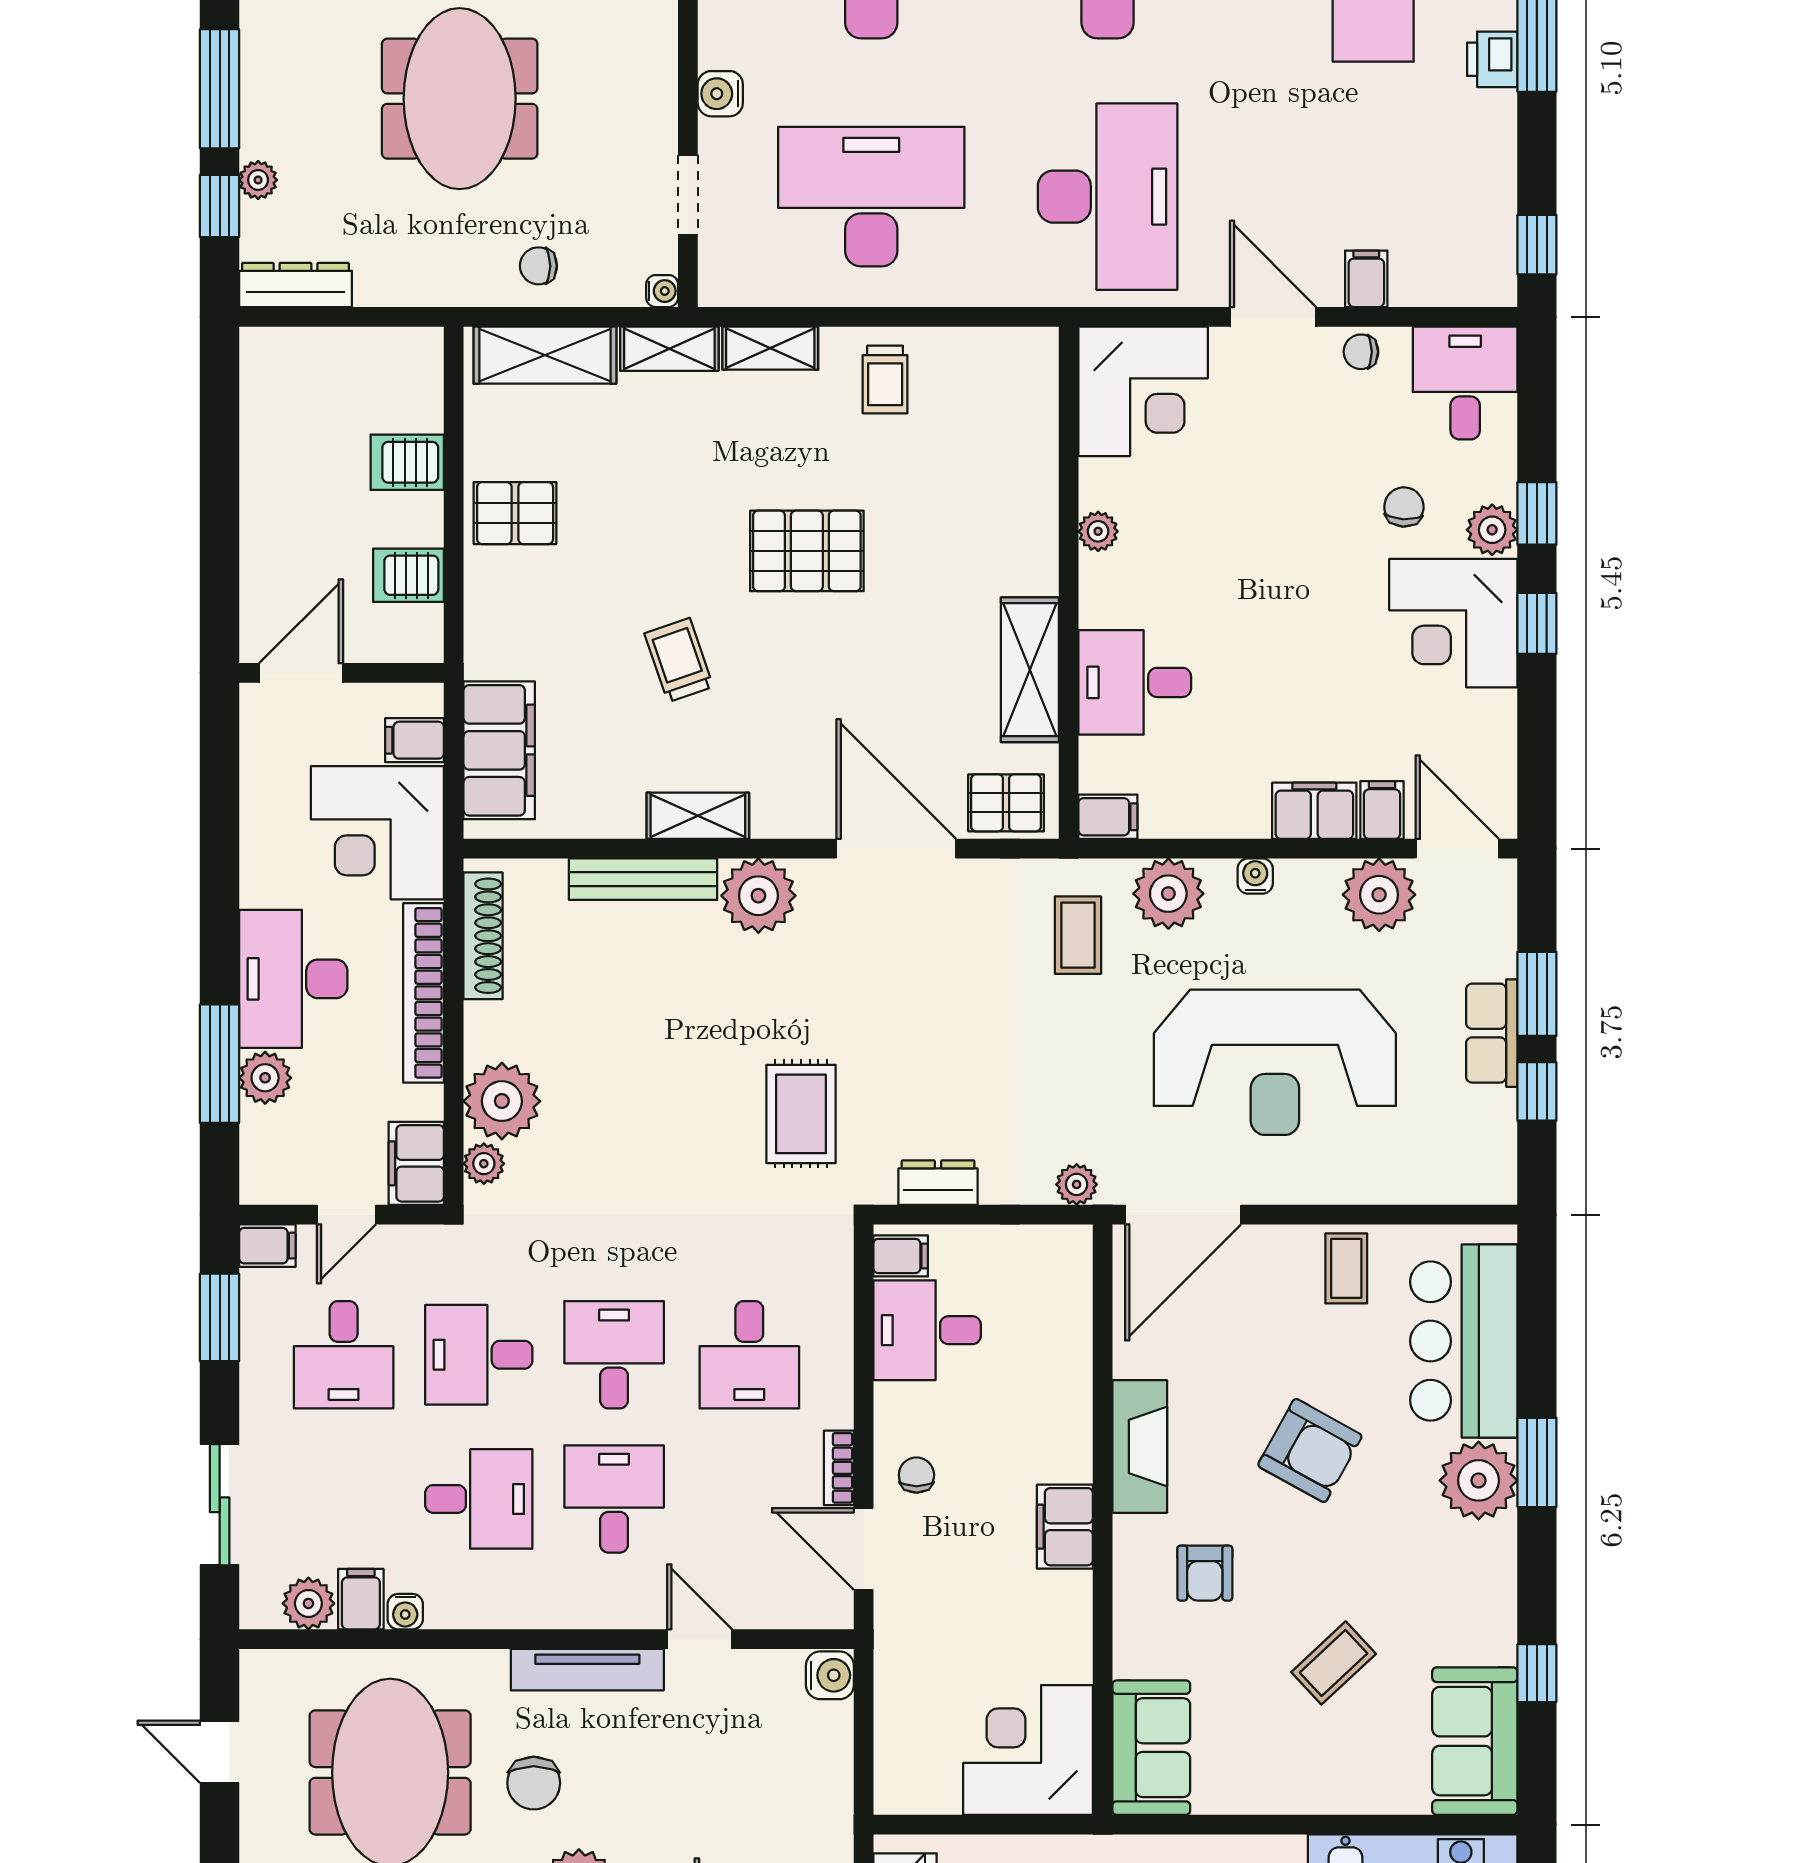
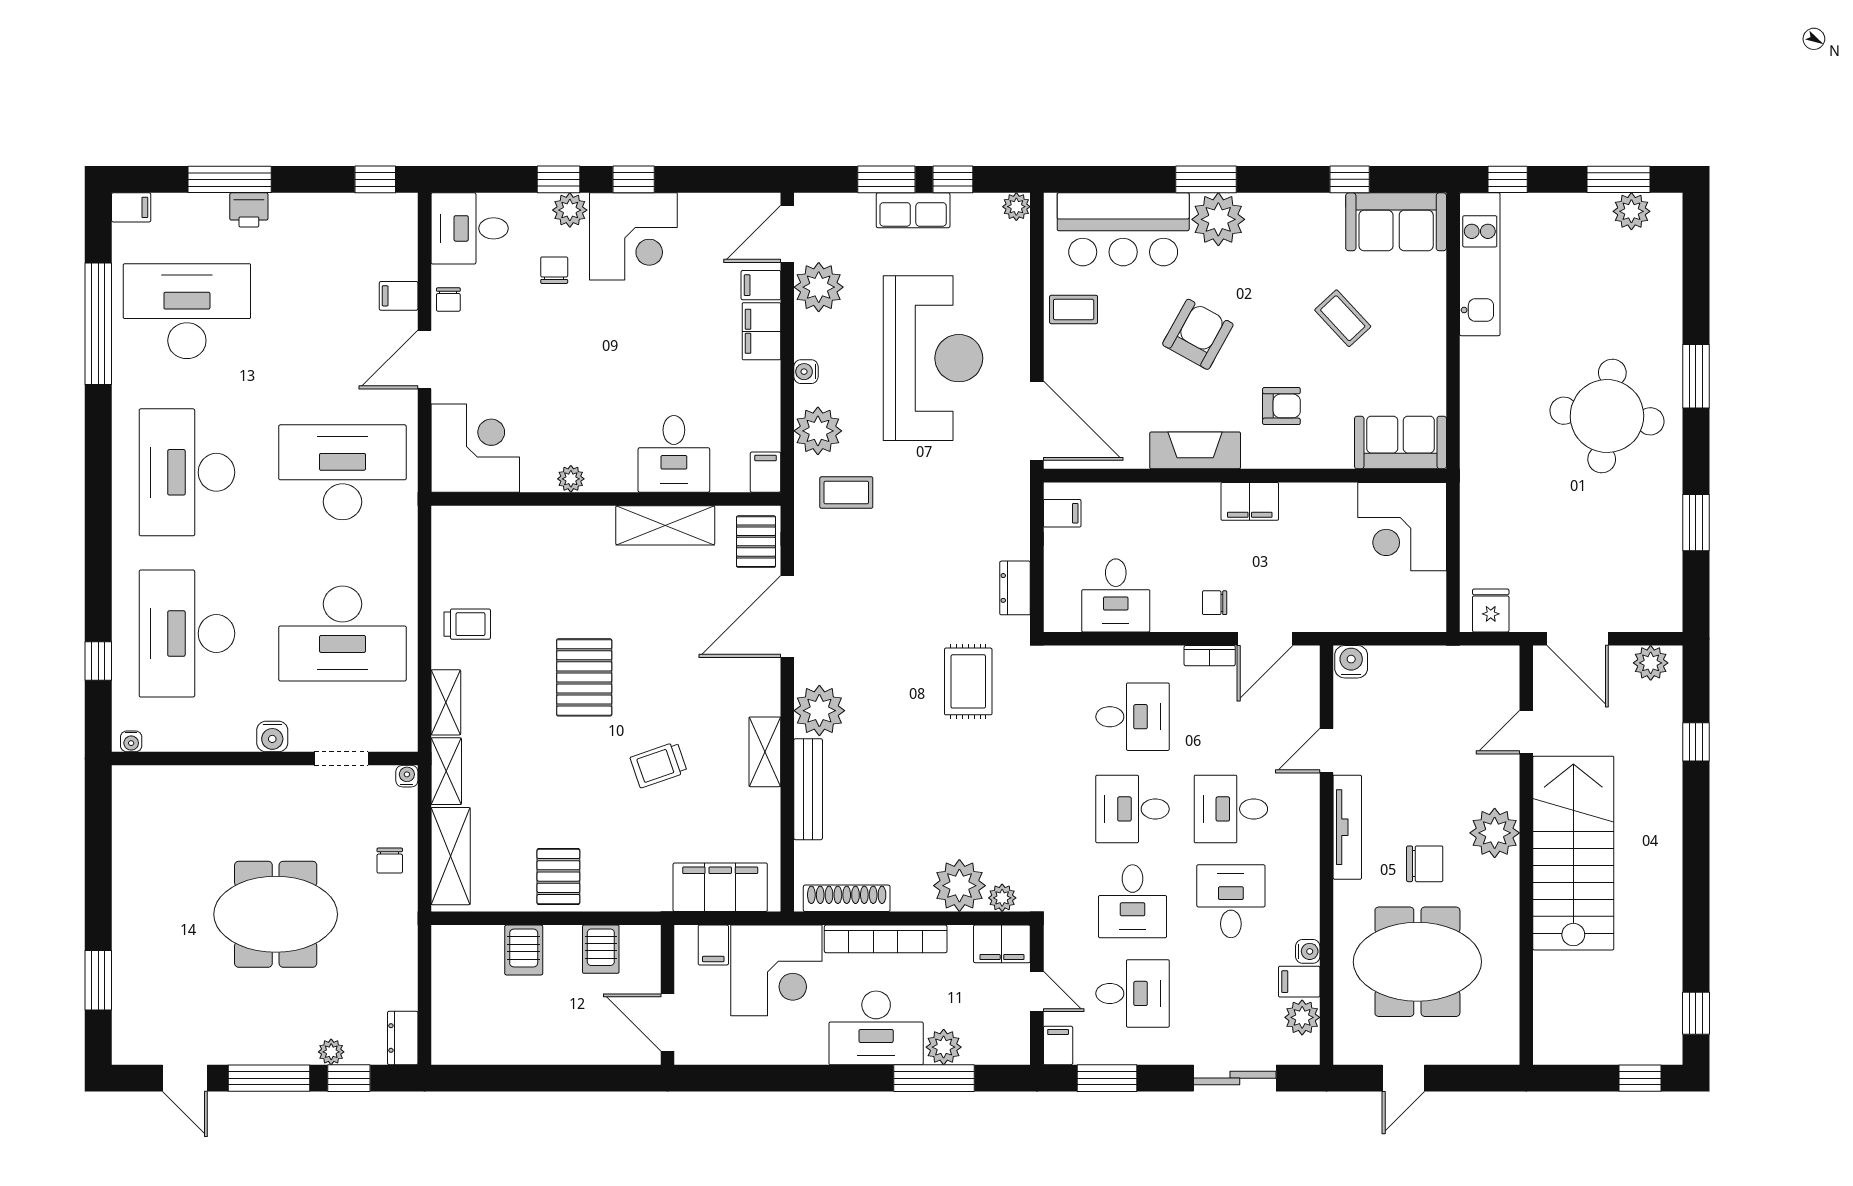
desk: (871, 197) -> (342, 633), turned -90
dresser: (296, 285) -> (403, 1038), width x0.70
chair: (1404, 507) -> (554, 270), turned 87
rug: (801, 1114) -> (968, 681), turned 90
plant: (1077, 1184) -> (1016, 207), moved
filing cabinet: (901, 1256) -> (1062, 513), moved, turned 90

